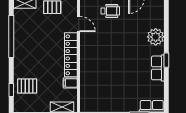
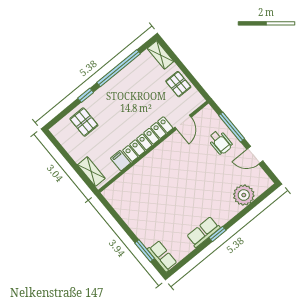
plant: (156, 37) -> (244, 195), moved
window: (11, 90) -> (86, 95), moved

